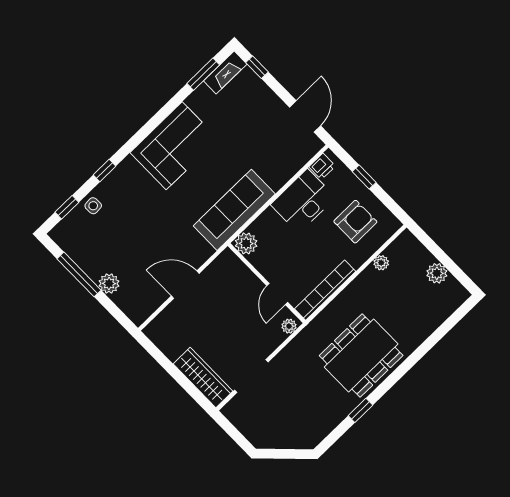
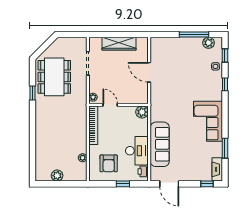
window: (203, 74) -> (225, 148), moved
sofa: (234, 210) -> (160, 144), moved
plant: (109, 284) -> (209, 43), moved
door: (185, 285) -> (149, 72), swing flipped
dining table: (361, 355) -> (54, 77), moved
wardrobe: (203, 378) -> (119, 44), moved

